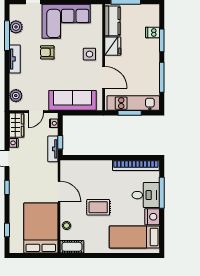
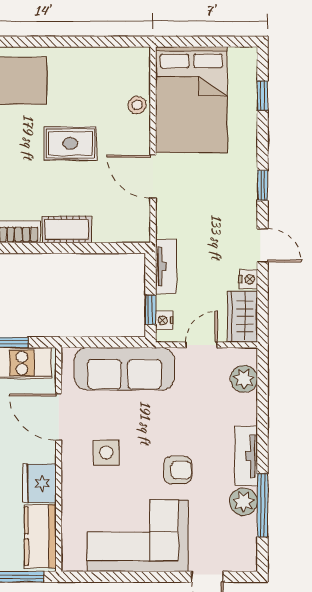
plant: (16, 27) -> (244, 502), moved
side table: (89, 54) -> (106, 452), moved
window: (60, 142) -> (150, 310), moved
cot: (72, 247) -> (67, 229), moved

